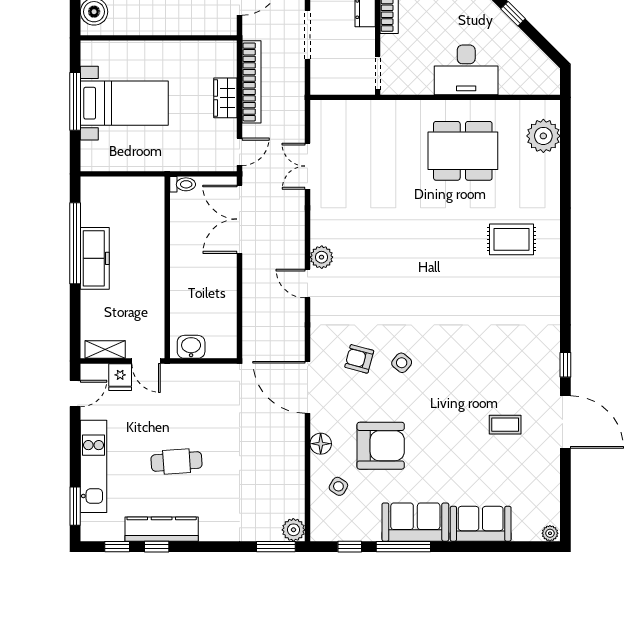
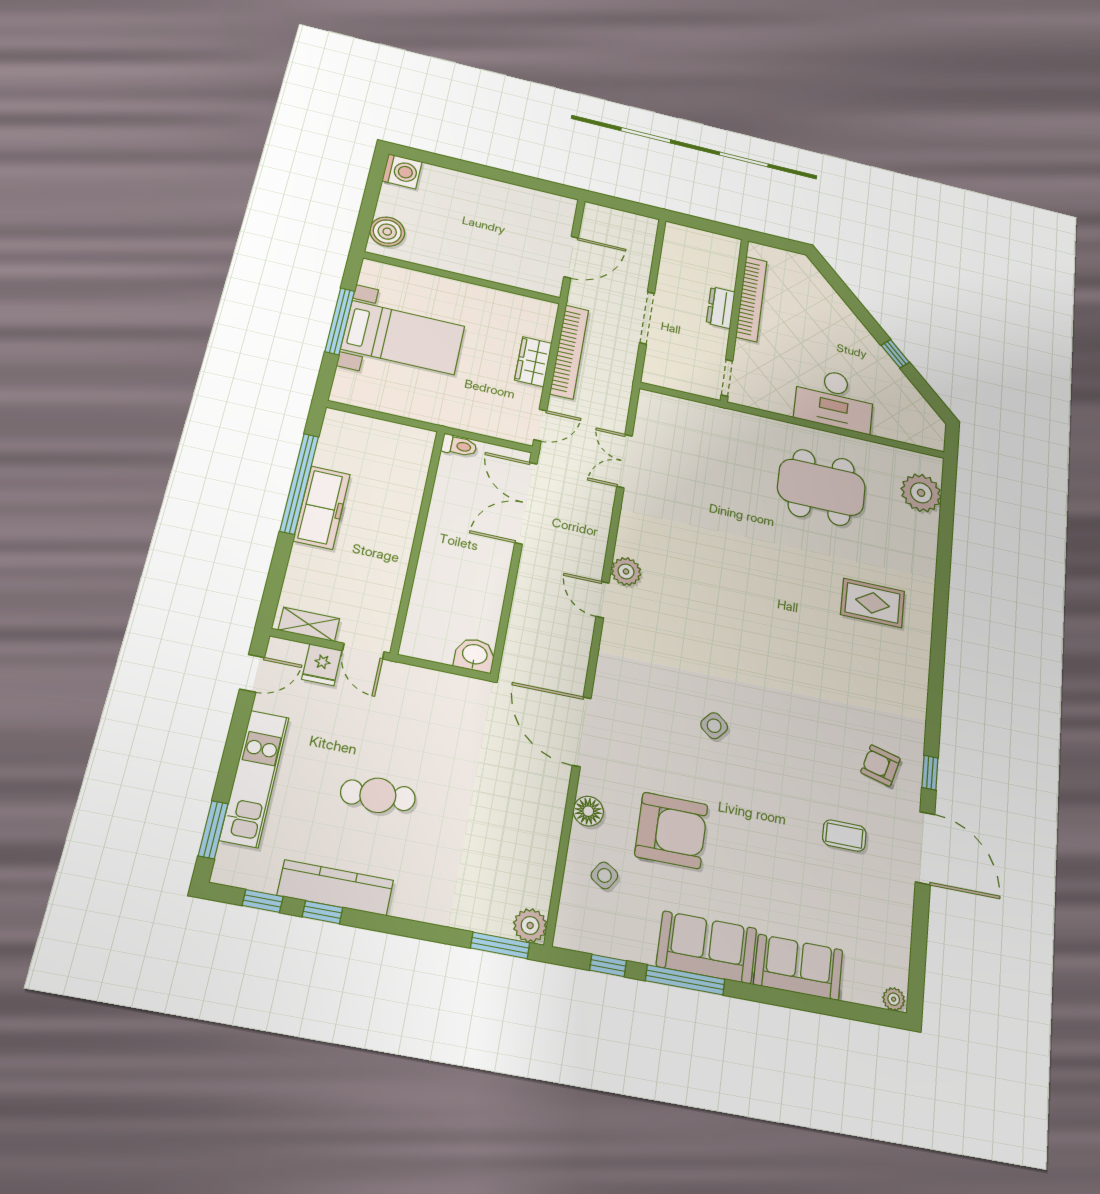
washbasin: (191, 347) -> (475, 655), moved
armchair: (359, 359) -> (881, 765), moved

